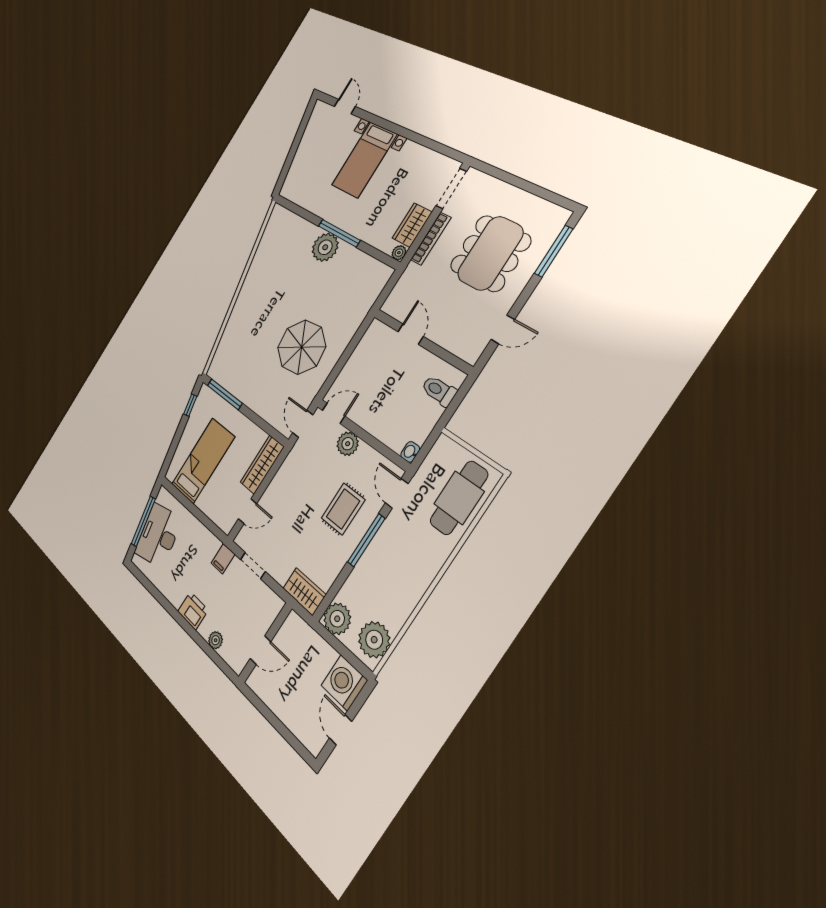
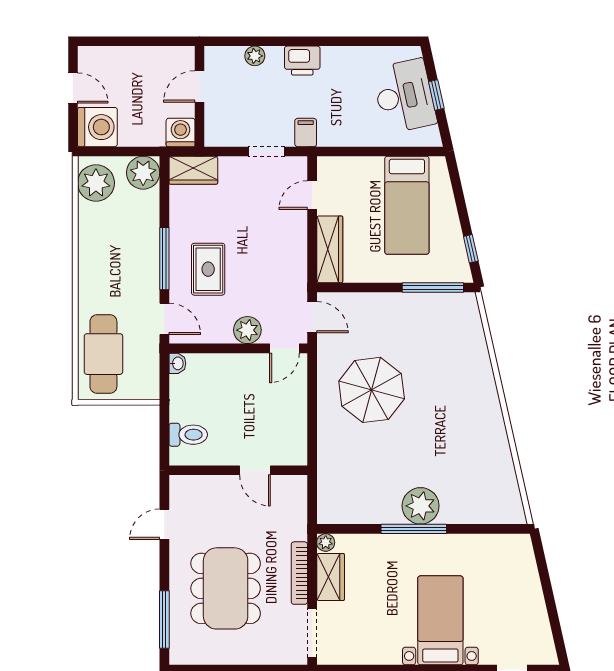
window: (143, 521) -> (436, 95), width x0.46
washing machine: (294, 627) -> (181, 132), added

